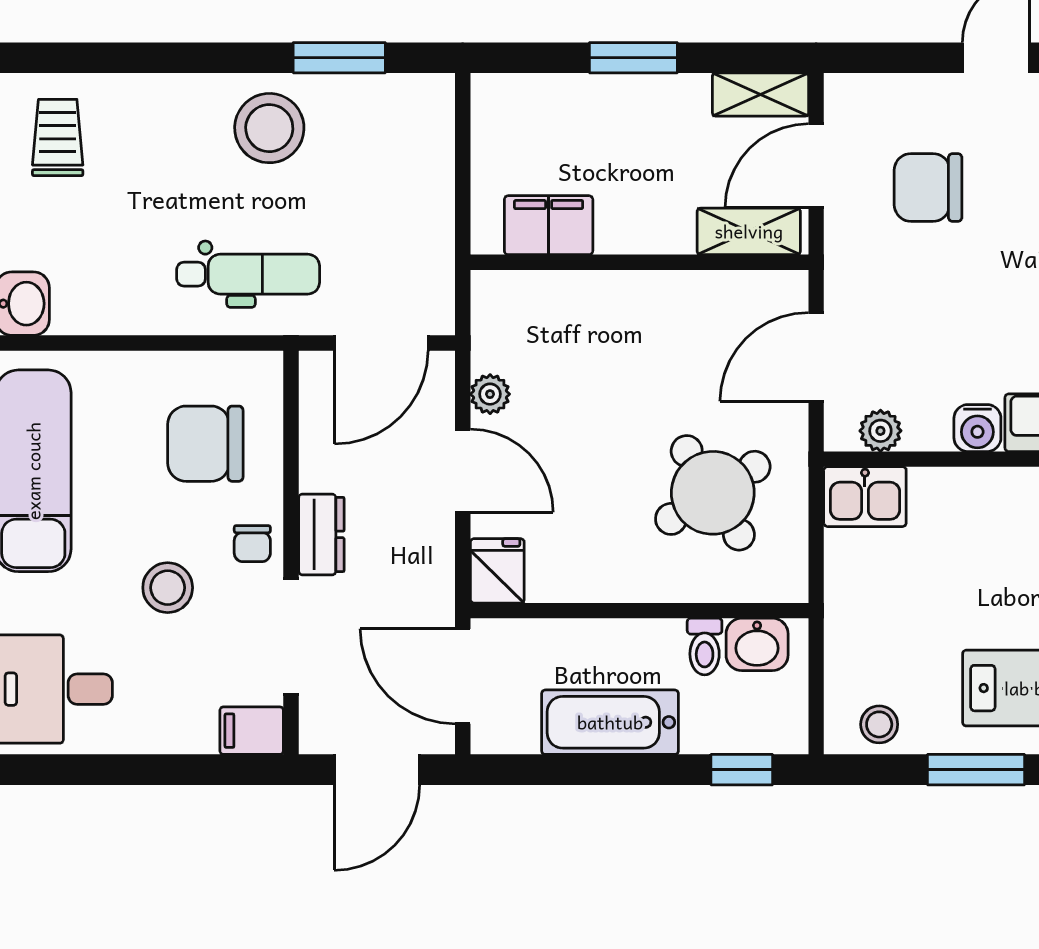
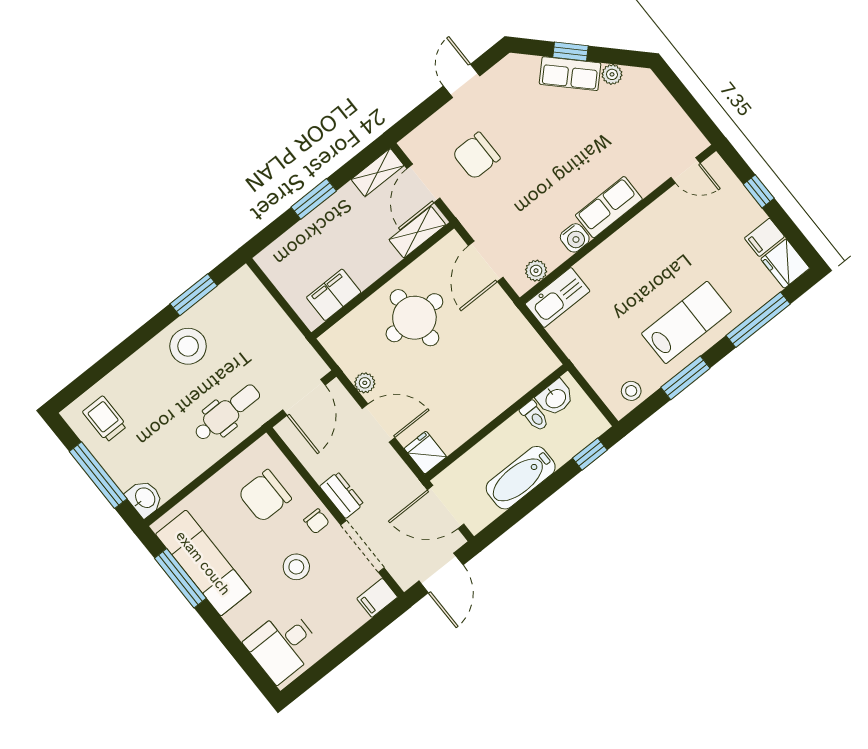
round table: (713, 493) -> (414, 318), moved, turned 32
kitchen sink: (865, 497) -> (557, 297), width x1.38

